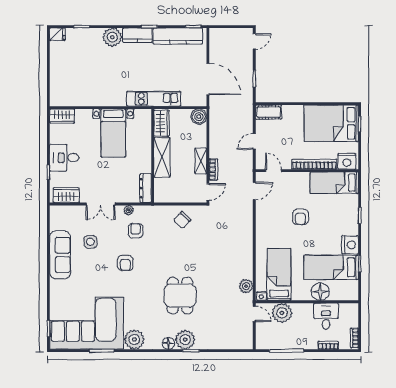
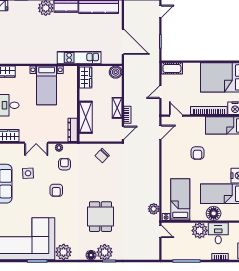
shelving: (162, 157) -> (86, 117), moved
plant: (282, 313) -> (200, 231), moved

